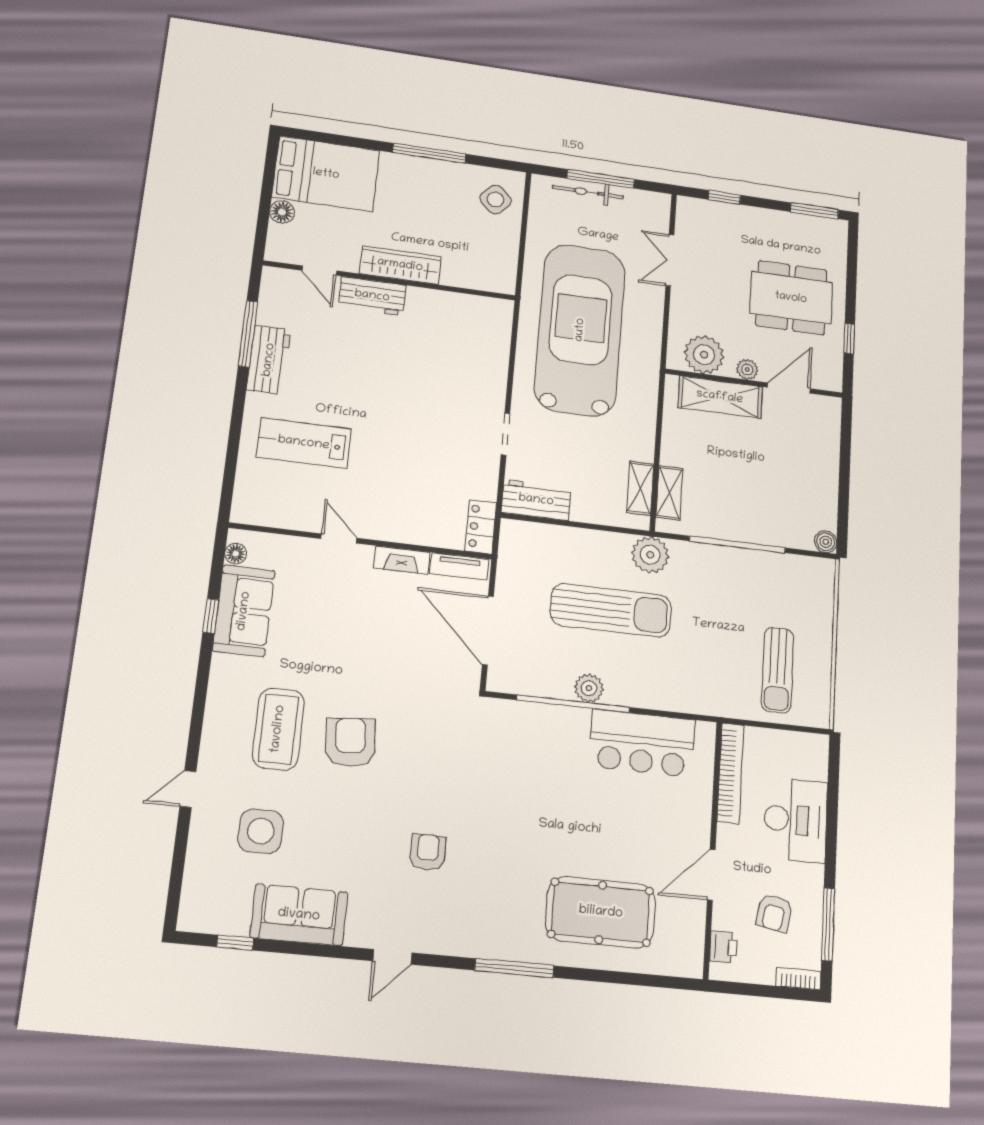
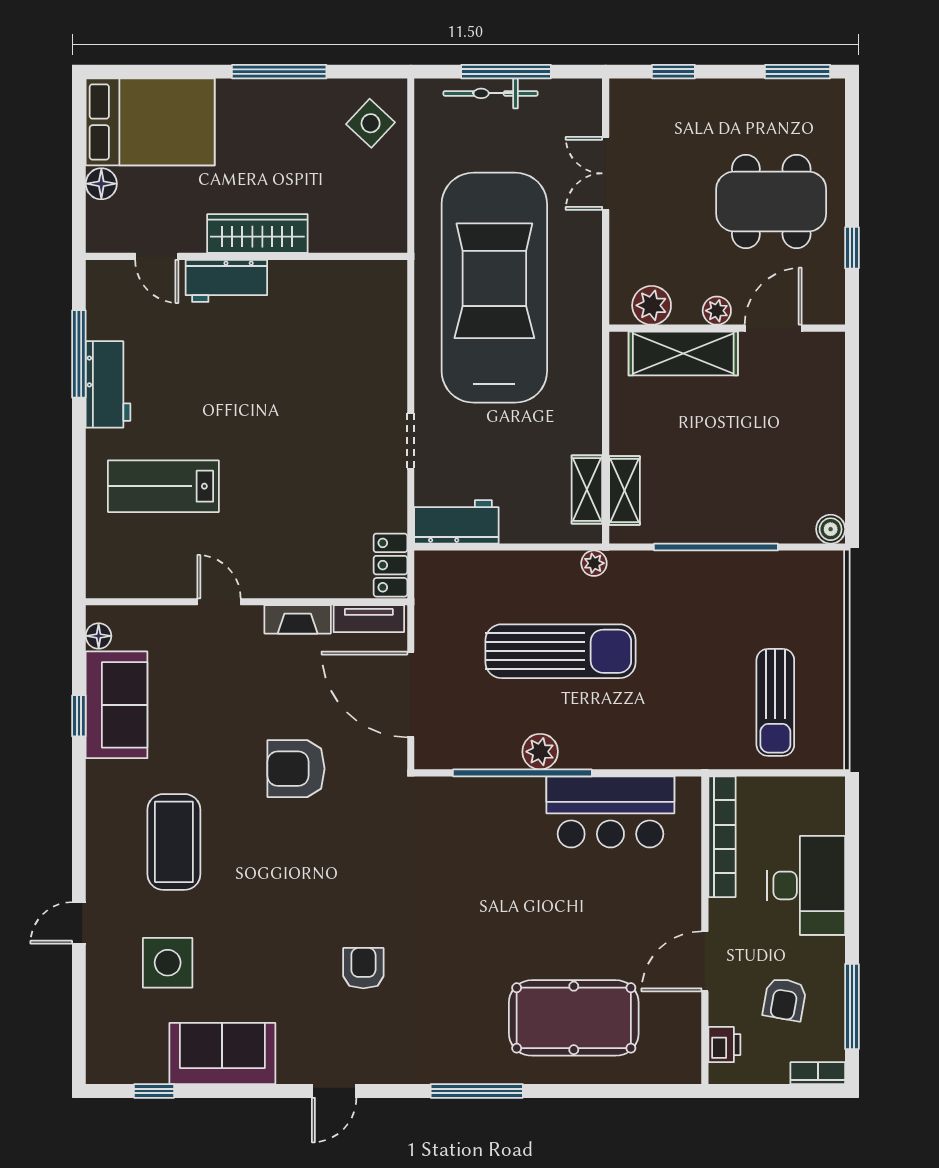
plant: (704, 355) -> (652, 305), width x0.73, depth x0.73
plant: (650, 555) -> (594, 563), width x0.53, depth x0.53
armchair: (351, 742) -> (296, 769), moved, turned -85

